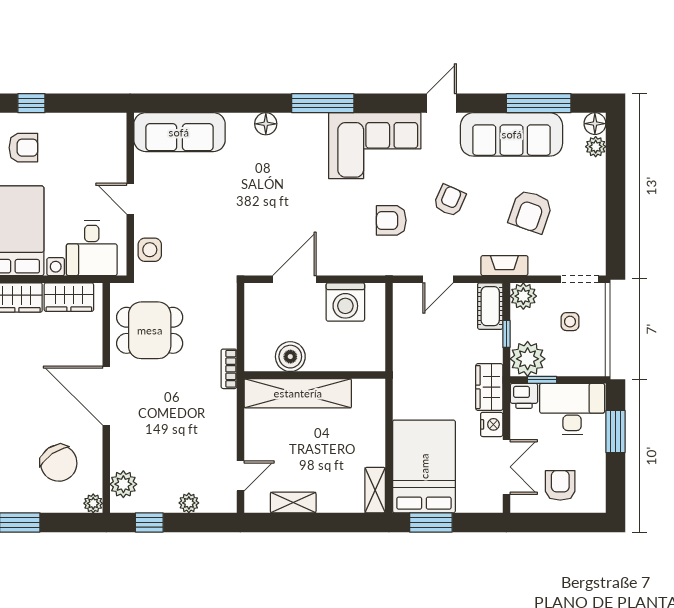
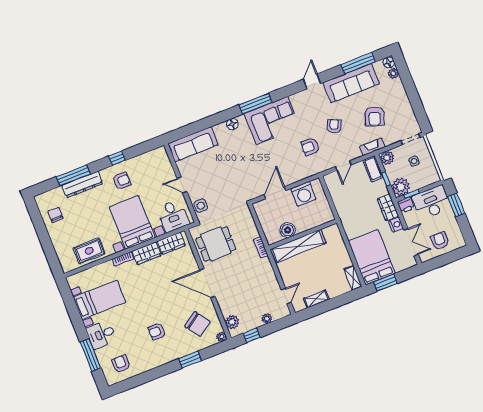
corner sofa: (375, 146) -> (272, 120), moved

